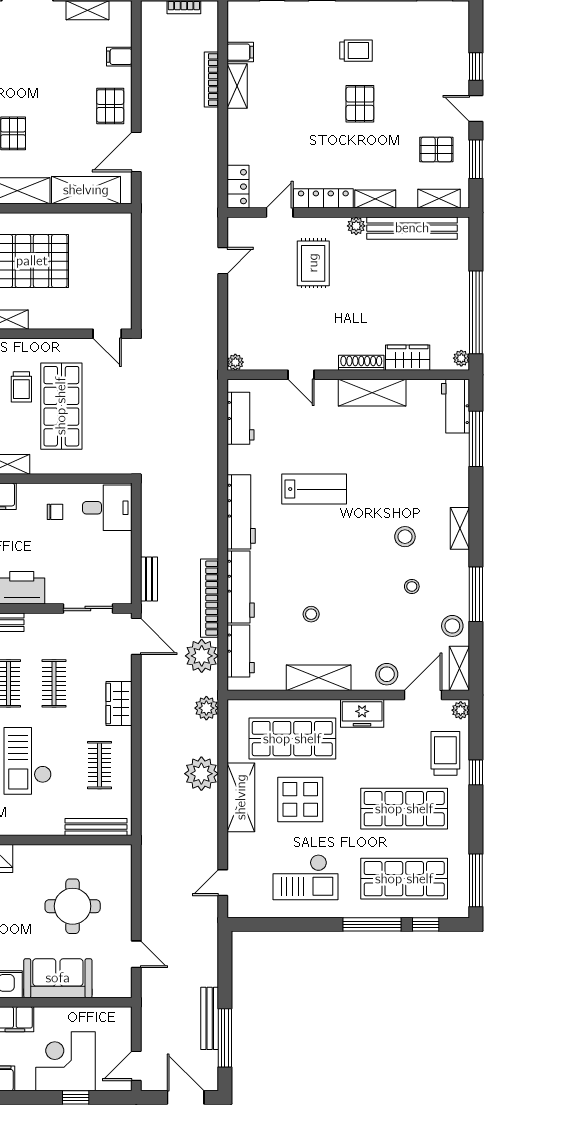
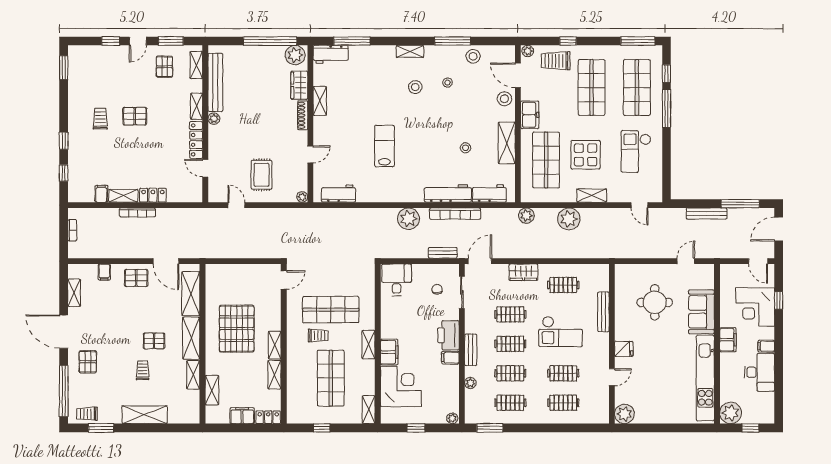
bookcase: (211, 80) -> (137, 212), moved
locker: (238, 187) -> (153, 195), moved
rug: (313, 263) -> (262, 175), moved, turned 90
plant: (461, 358) -> (295, 55), width x1.88, depth x1.88
shelving: (372, 393) -> (320, 101), width x0.67, depth x0.75
chair: (55, 512) -> (437, 289), moved
workbench: (241, 512) -> (399, 193), removed
plant: (202, 656) -> (408, 219), moved
shelving: (459, 668) -> (501, 52), removed
shelving: (241, 797) -> (592, 196), width x0.67, depth x0.75
bench: (96, 827) -> (603, 312), moved
checkout: (305, 877) -> (636, 151), turned 180
bench: (210, 1018) -> (707, 214), moved

